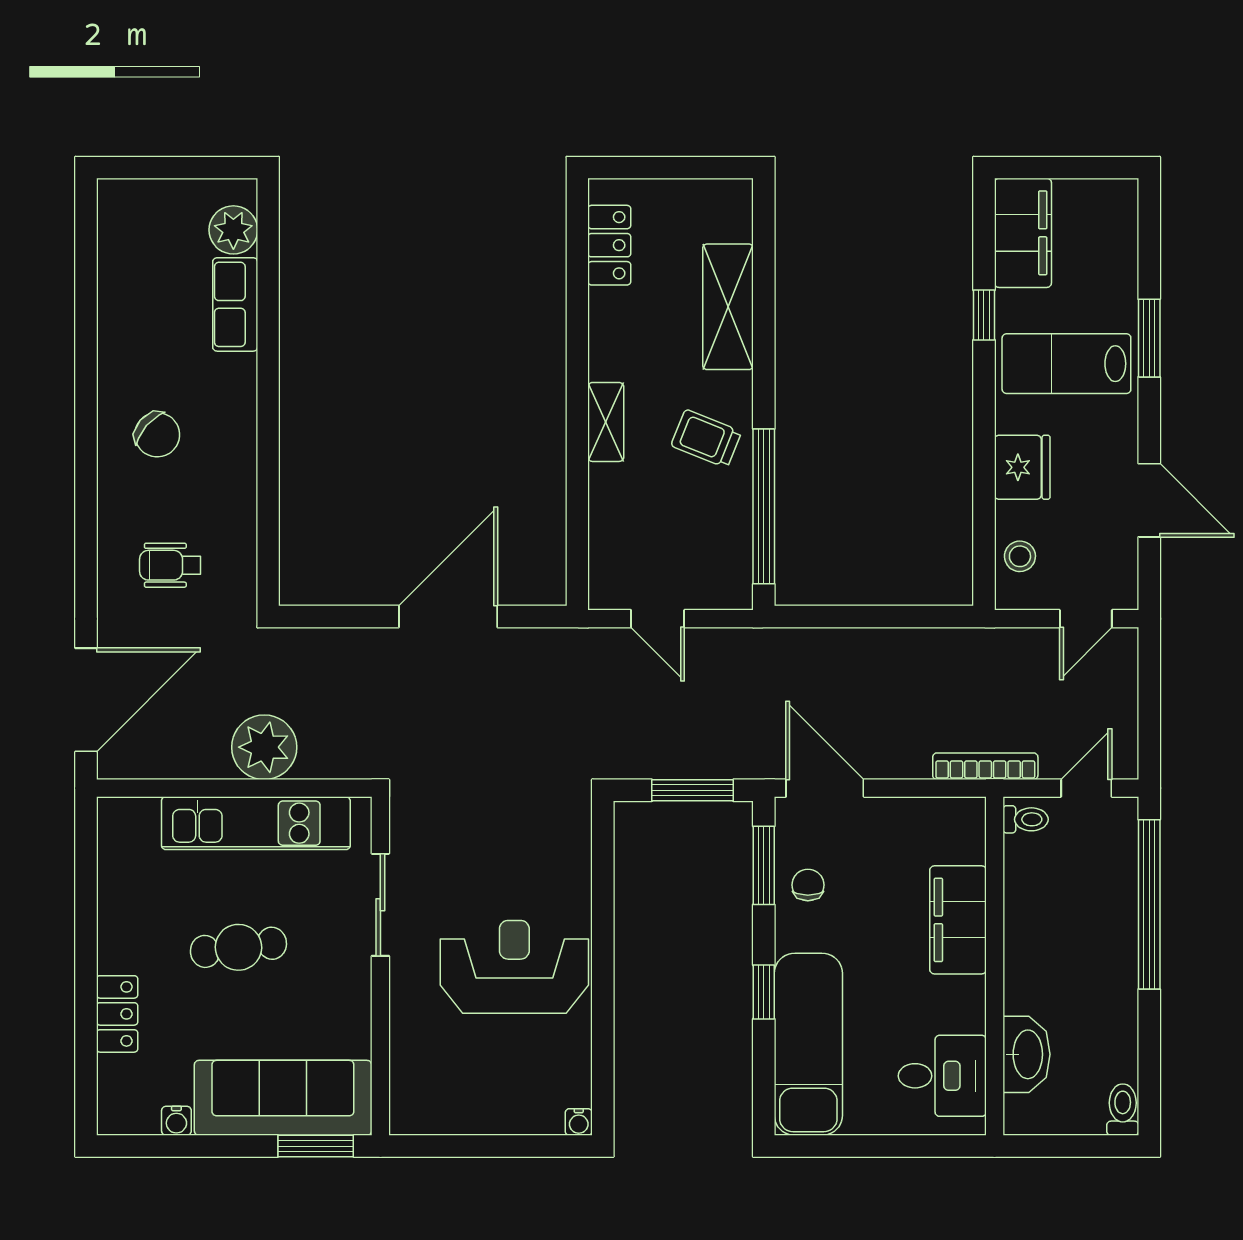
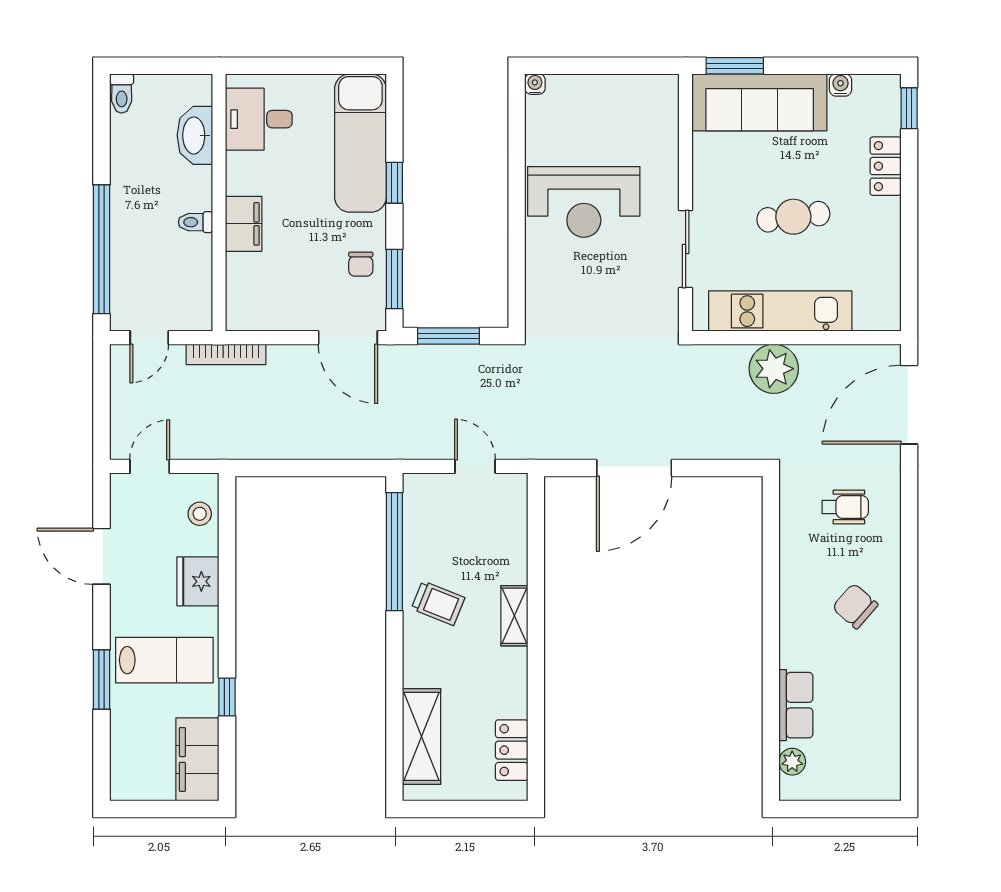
plant: (233, 230) -> (792, 762), width x0.73, depth x0.73
shelving: (728, 307) -> (422, 736), moved
toilet: (1026, 819) -> (195, 222), moved
filing cabinet: (958, 920) -> (244, 224), width x0.67, depth x0.86
window: (86, 1090) -> (909, 108), added

